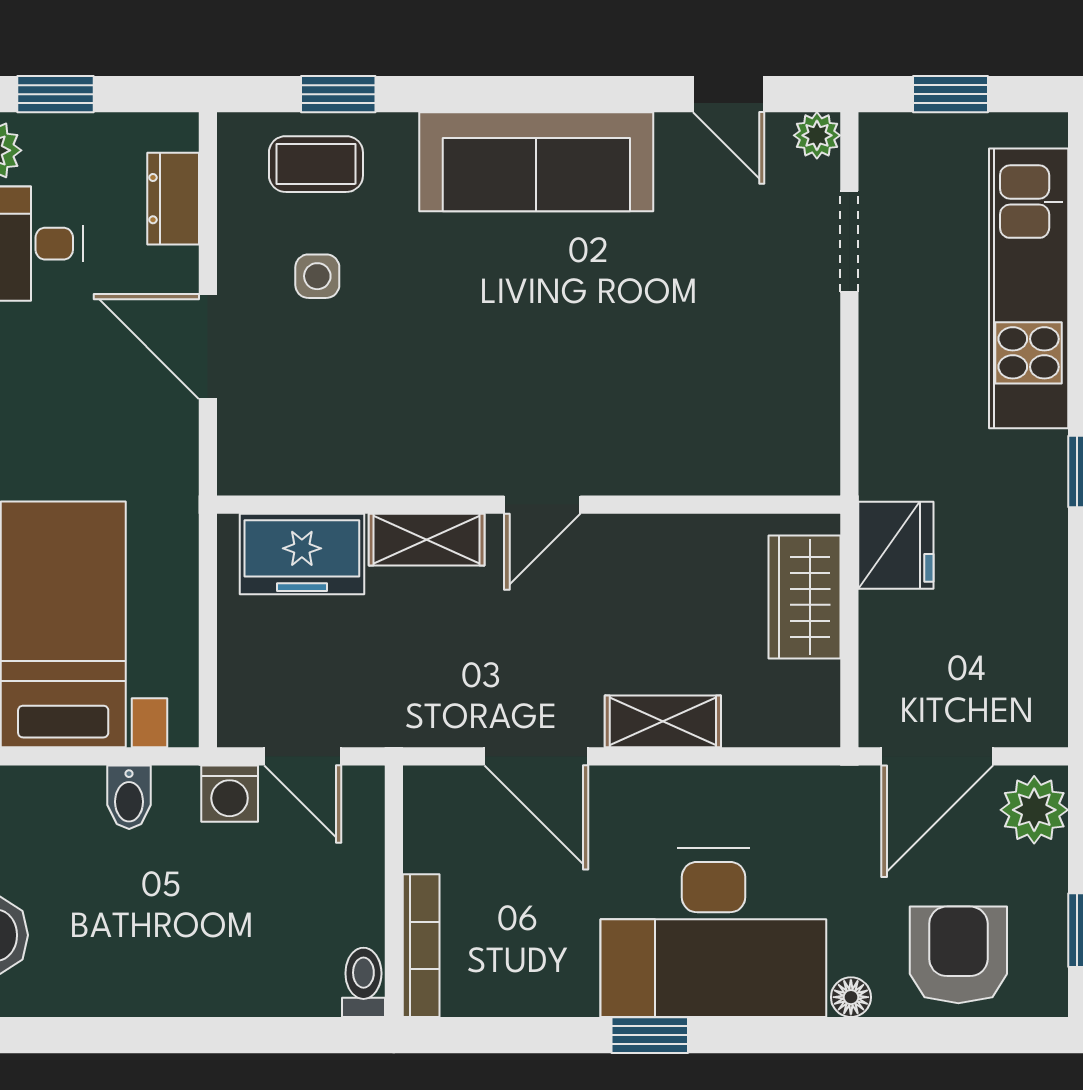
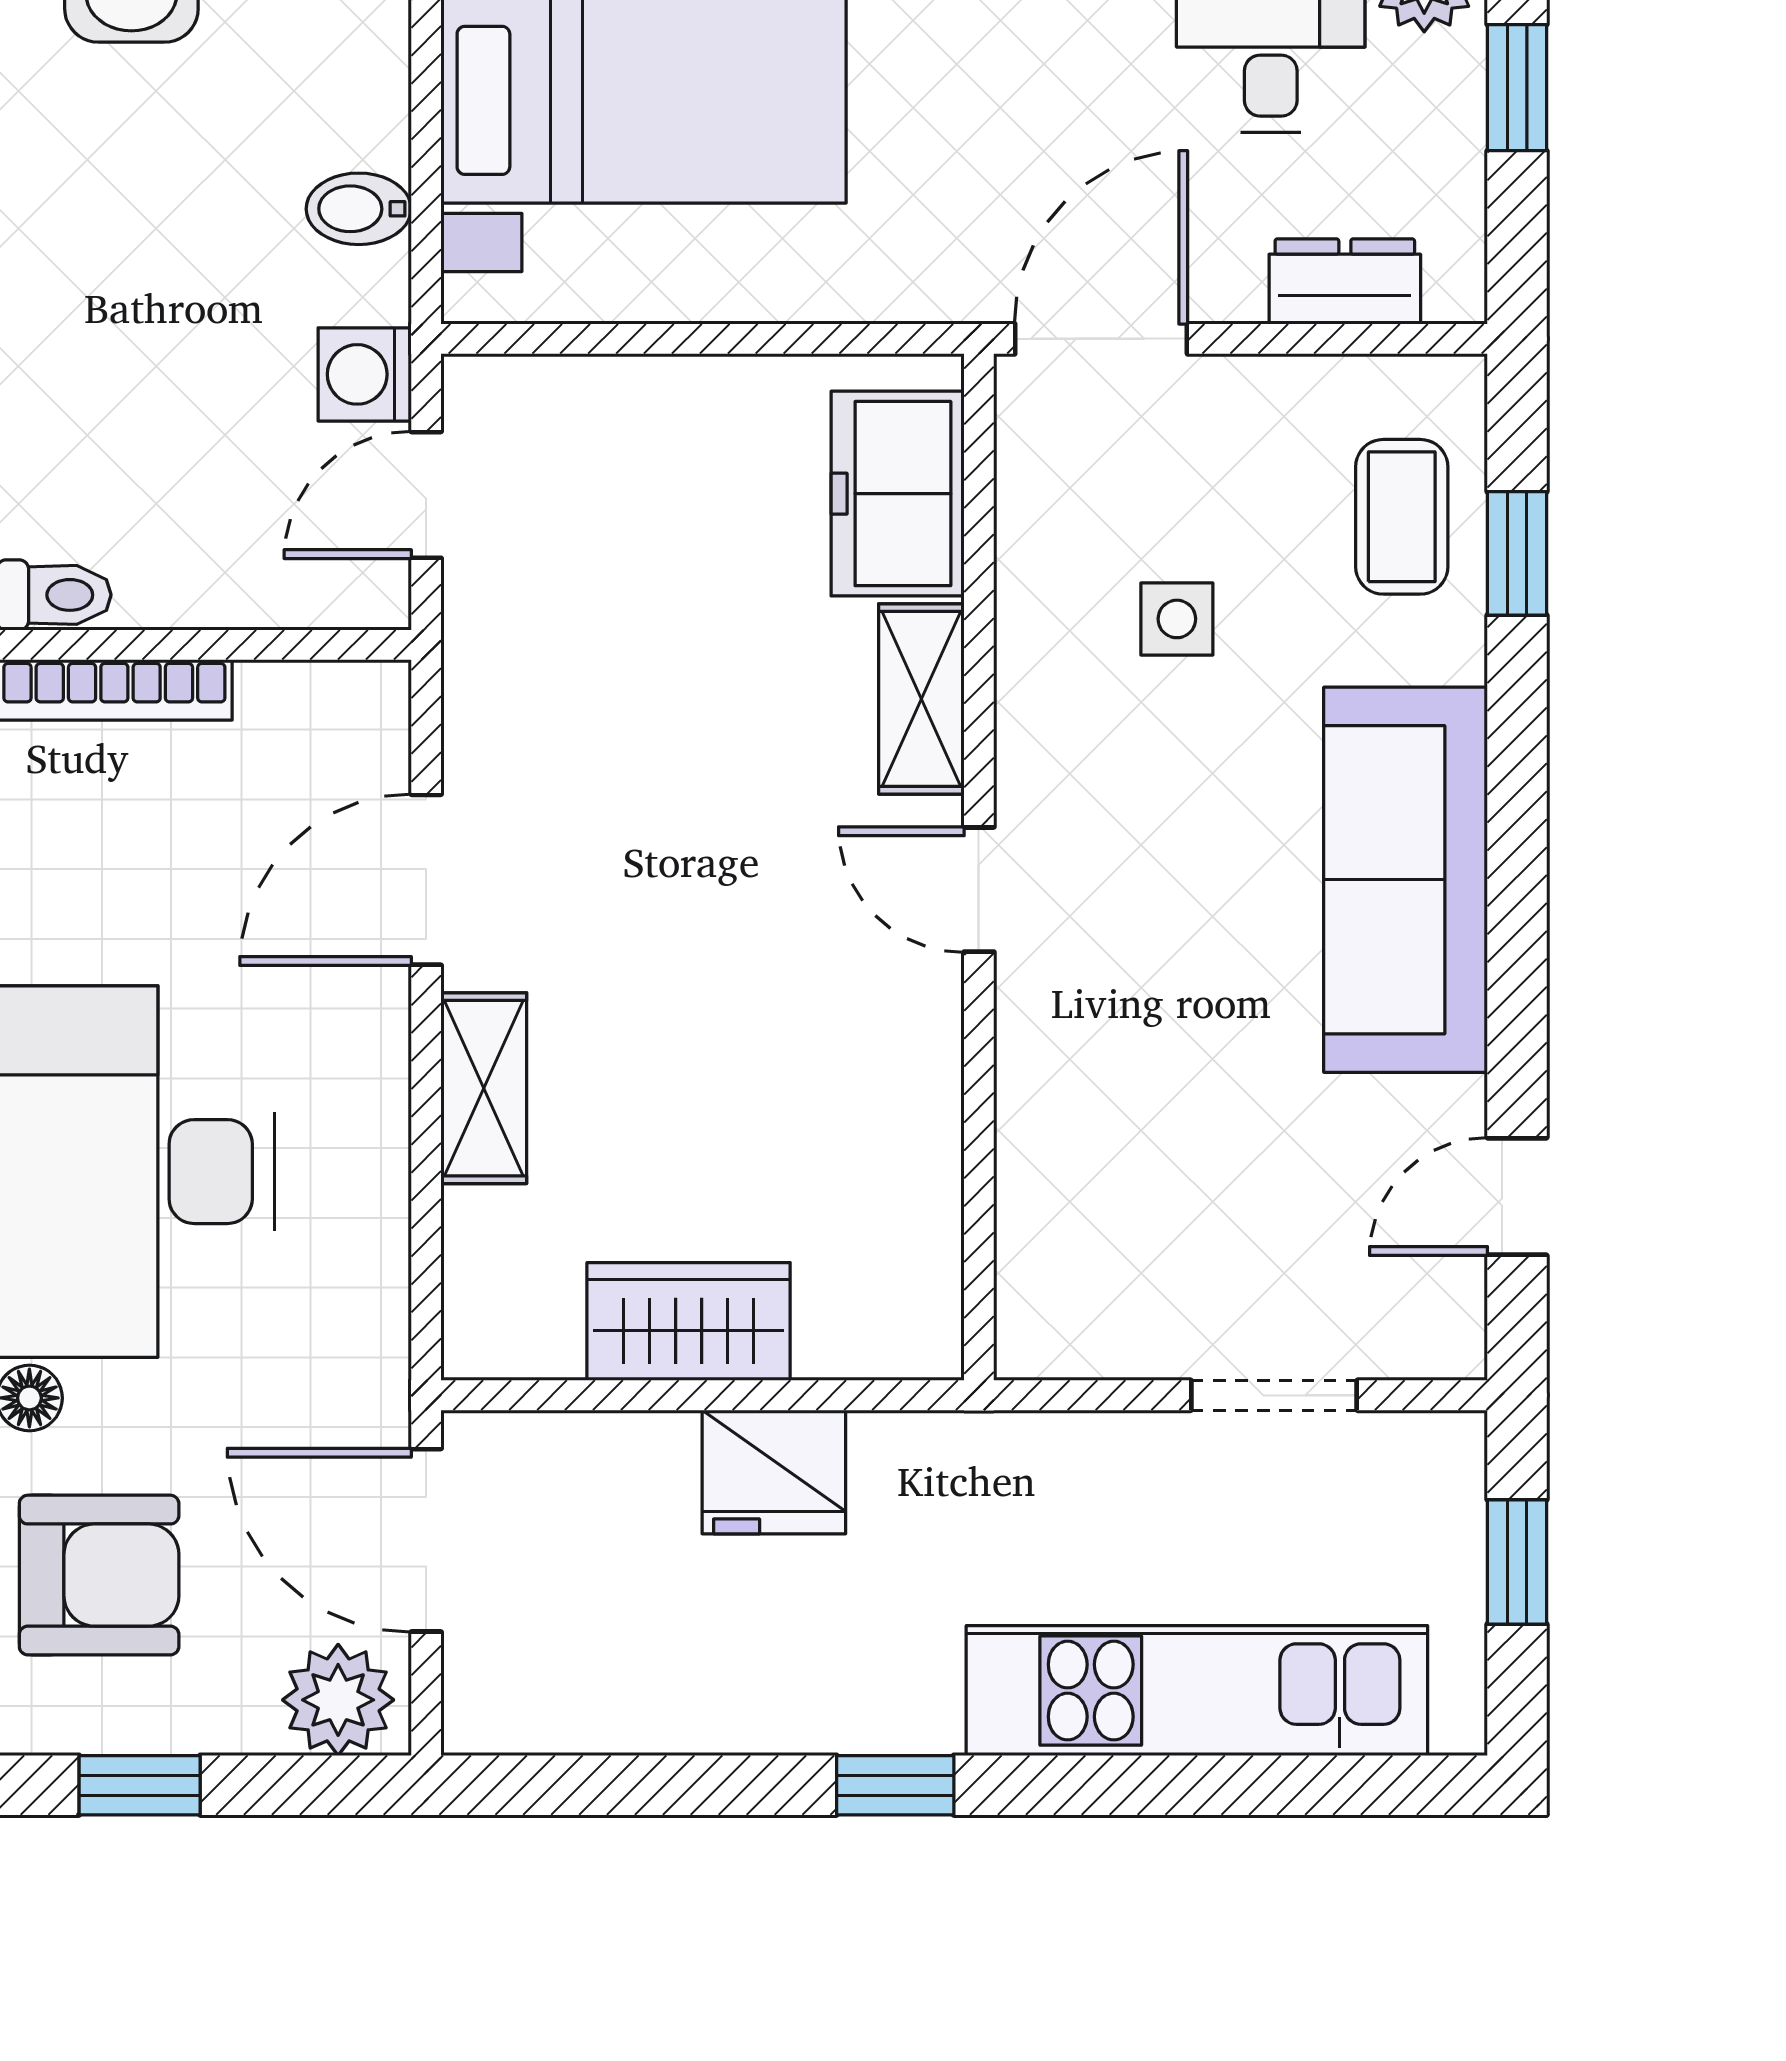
plant: (817, 135) -> (1449, 1342), removed
side table: (317, 276) -> (1177, 619), moved
wall: (529, 505) -> (979, 867), moved
door: (542, 505) -> (979, 890), moved
shelving: (427, 540) -> (921, 699), moved
freezer: (302, 554) -> (898, 494), moved

